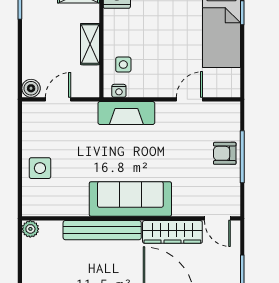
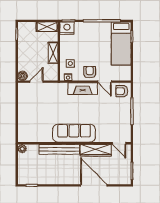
armchair: (161, 81) -> (90, 72), added
door: (189, 99) -> (105, 82), swing flipped
fireplace: (126, 113) -> (83, 89), moved
armchair: (225, 153) -> (122, 91), moved
side table: (40, 168) -> (27, 117), removed

